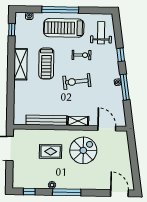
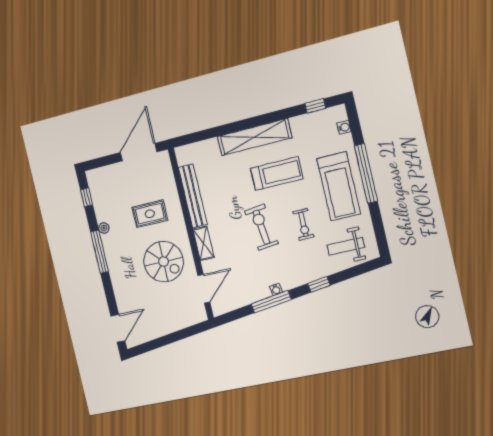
treadmill: (64, 28) -> (339, 186), turned 180
weight bench: (101, 33) -> (346, 246), turned 180
shelving: (21, 64) -> (254, 137), width x1.47
treadmill: (46, 64) -> (277, 174), turned 180
rug: (51, 152) -> (150, 214), turned 90

